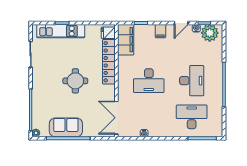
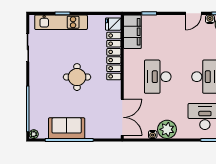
filing cabinet: (161, 31) -> (171, 22), removed
desk: (149, 81) -> (158, 77), turned 90
double door: (116, 118) -> (122, 117), swing flipped
plant: (157, 128) -> (167, 129), added

